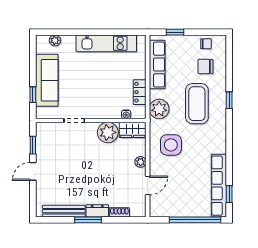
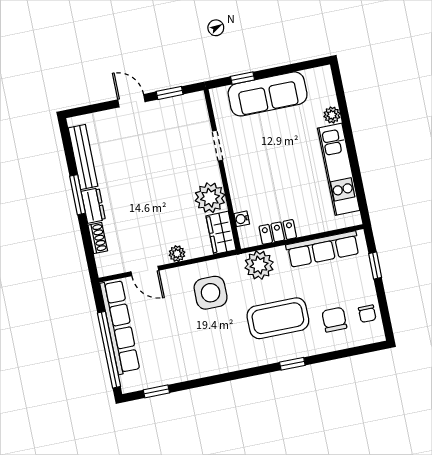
plant: (55, 40) -> (332, 115), moved
row of seats: (219, 186) -> (120, 327), moved, turned 90

